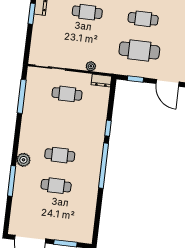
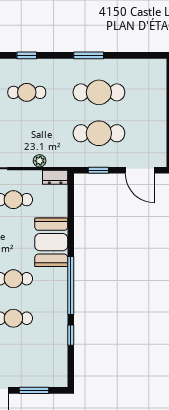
cafe table: (143, 19) -> (99, 92), width x1.37, depth x1.35
window: (108, 128) -> (71, 335), moved
booth: (92, 130) -> (51, 242), added

